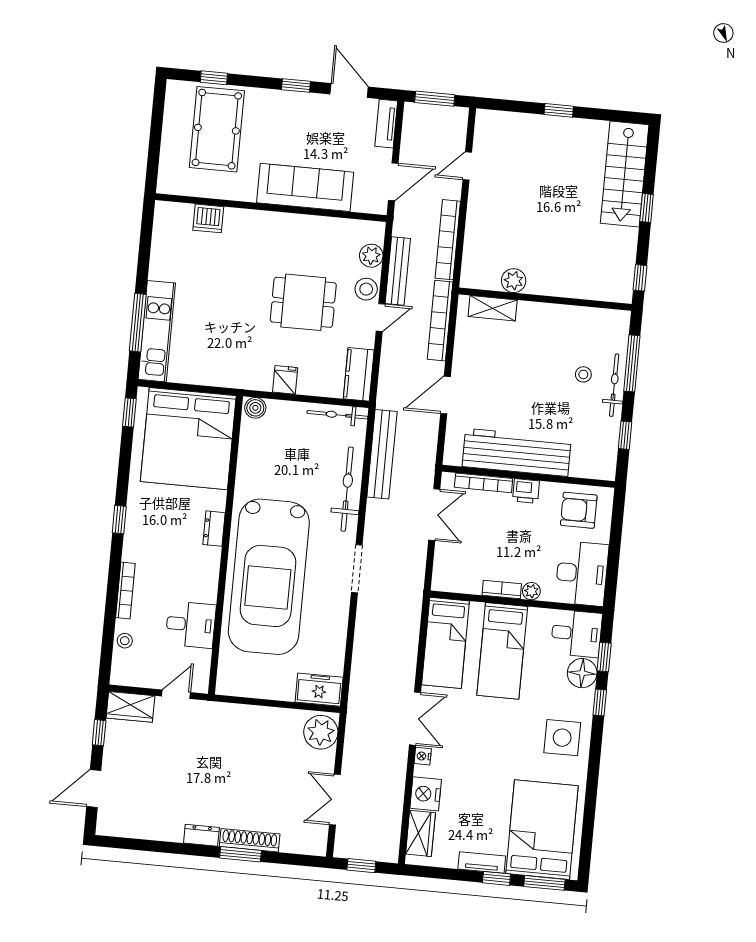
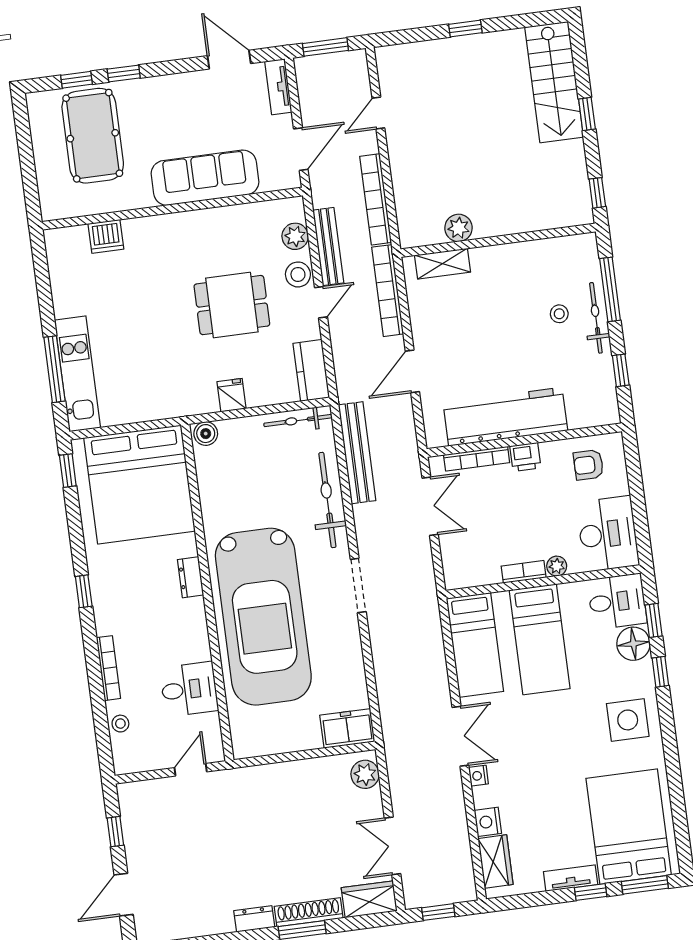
window: (296, 85) -> (124, 74), moved
armchair: (579, 510) -> (588, 465), width x0.72, depth x0.72
wardrobe: (130, 707) -> (369, 899), moved, turned 180
plant: (321, 732) -> (365, 774), width x0.73, depth x0.73
nightstand: (426, 794) -> (488, 822), width x0.74, depth x0.75

